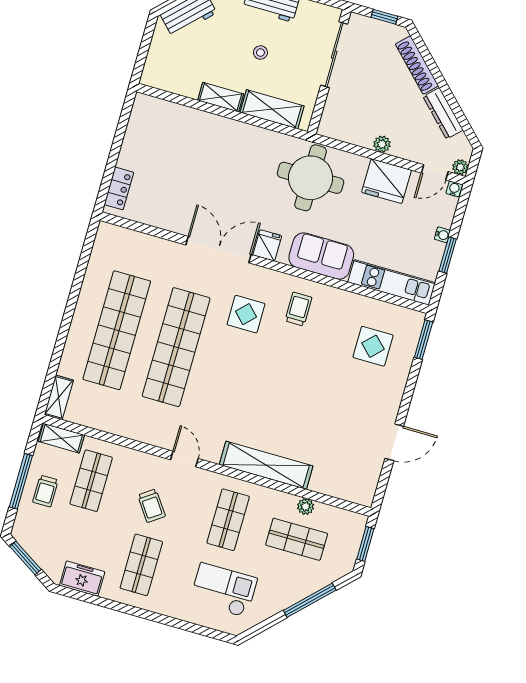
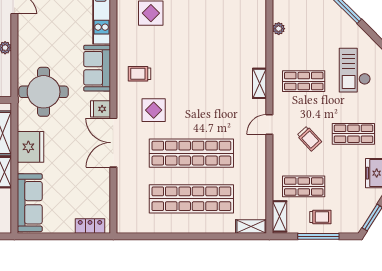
sofa: (172, 119) -> (30, 203), added
fridge: (386, 181) -> (31, 147), moved
shelving: (266, 465) -> (260, 83), width x0.45, depth x0.75
trolley: (152, 506) -> (309, 138), turned 82
shop shelf: (297, 539) -> (304, 28), removed

